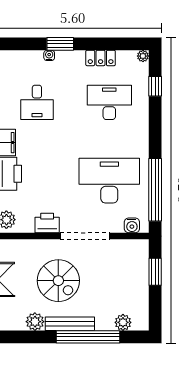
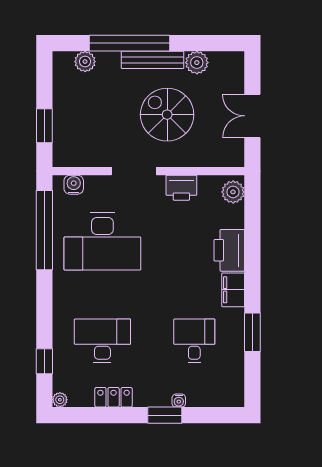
desk: (109, 102) -> (102, 341), turned 180
doorway: (85, 236) -> (134, 171), width x0.73

